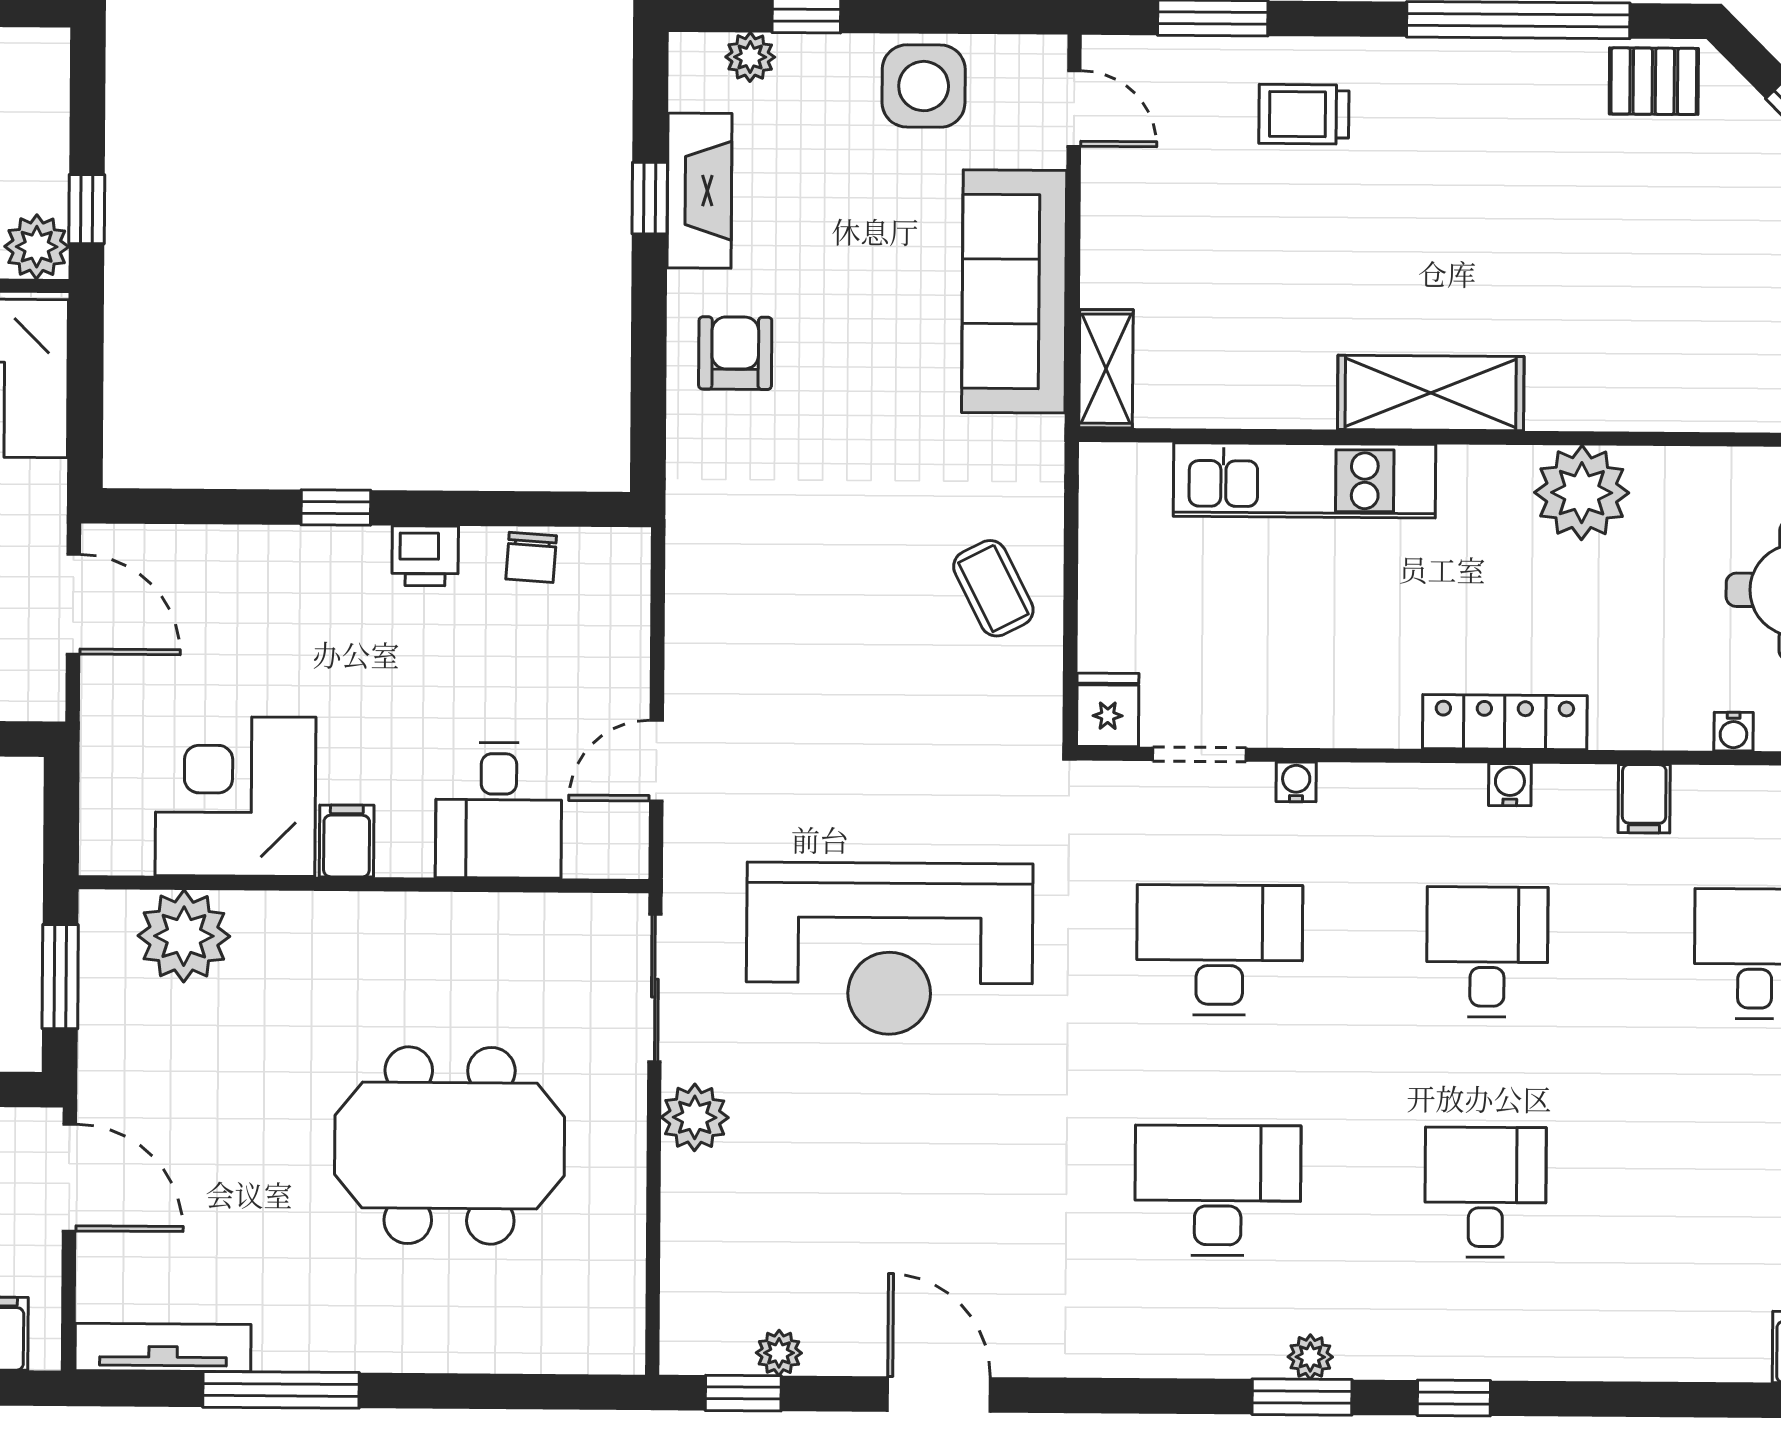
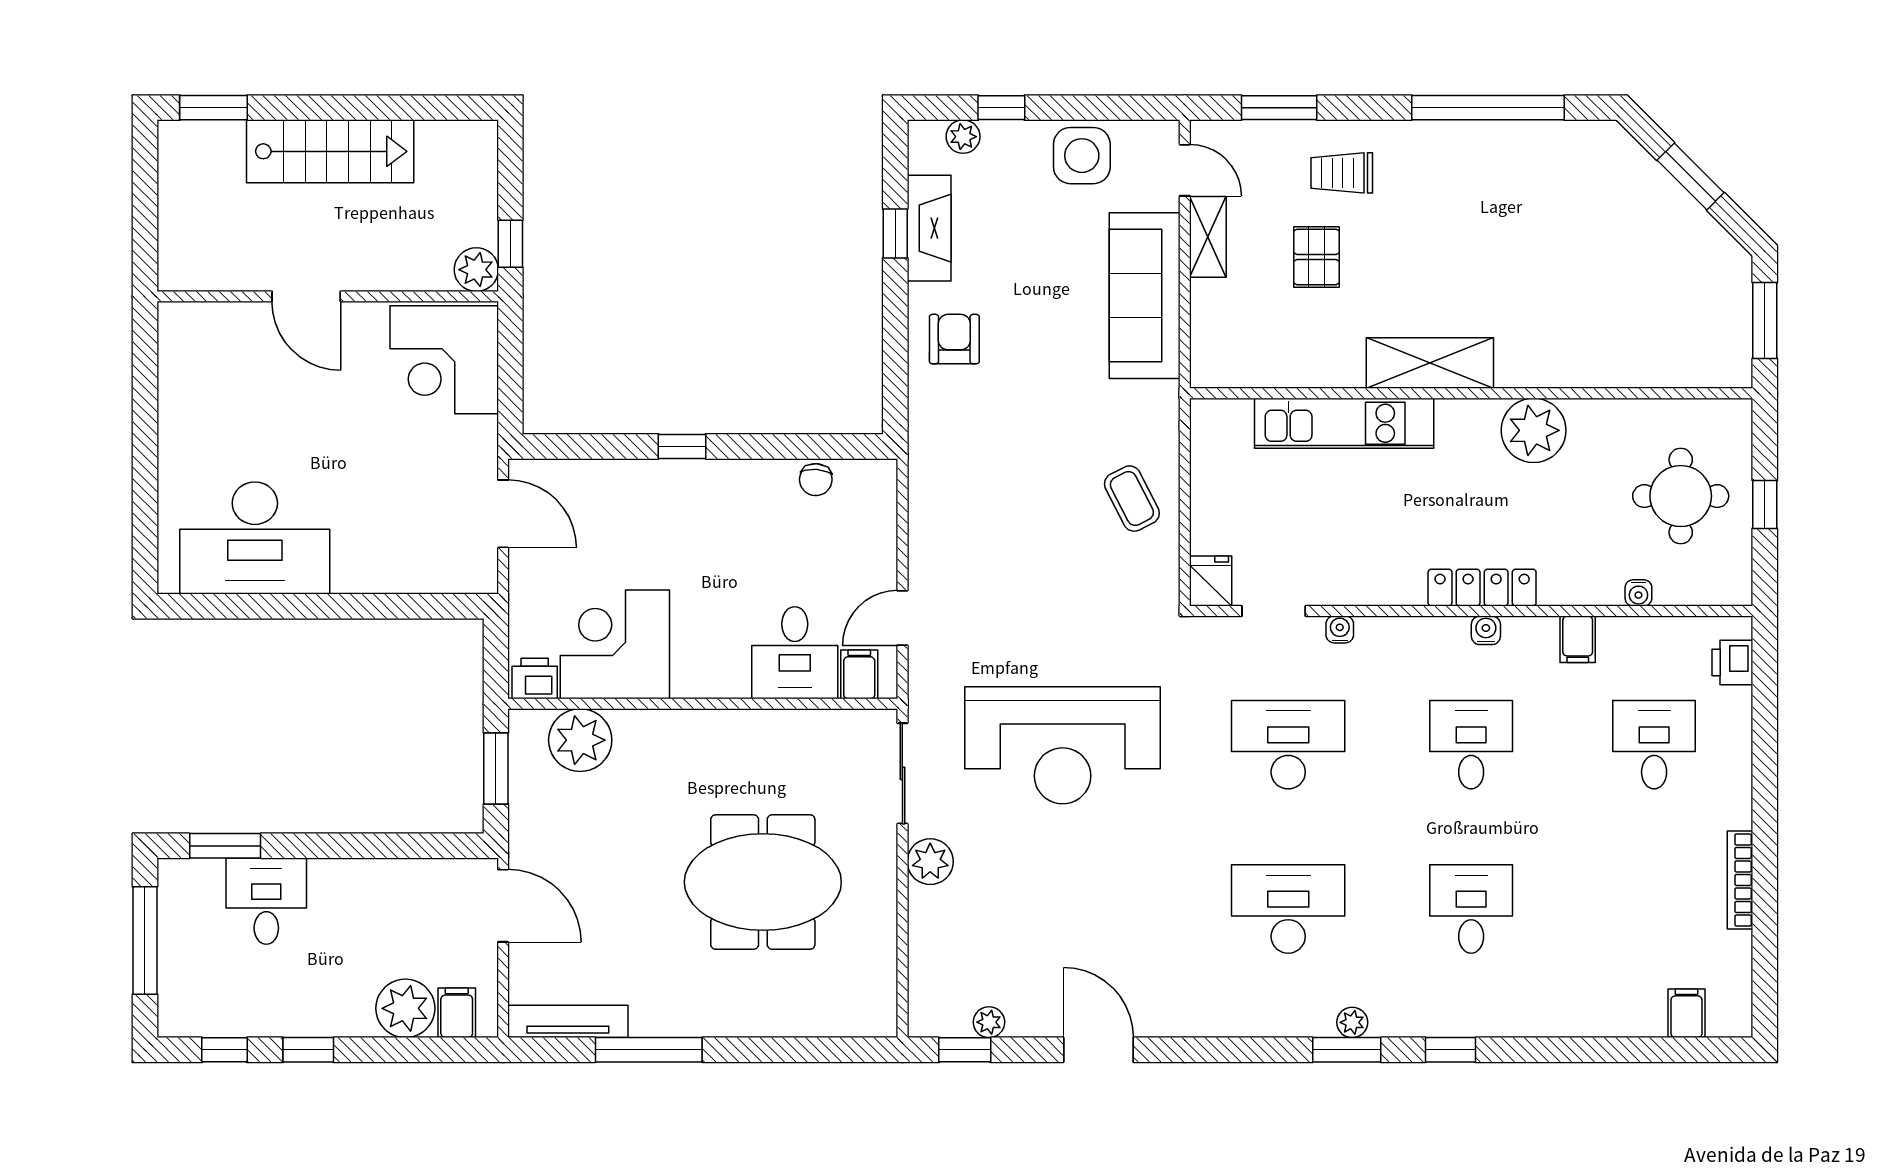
pallet: (1654, 81) -> (1317, 257), moved, turned 90
shelving: (1106, 369) -> (1208, 237), moved
printer: (425, 556) -> (535, 678), moved, turned 180
filing cabinet: (347, 841) -> (859, 674), moved

